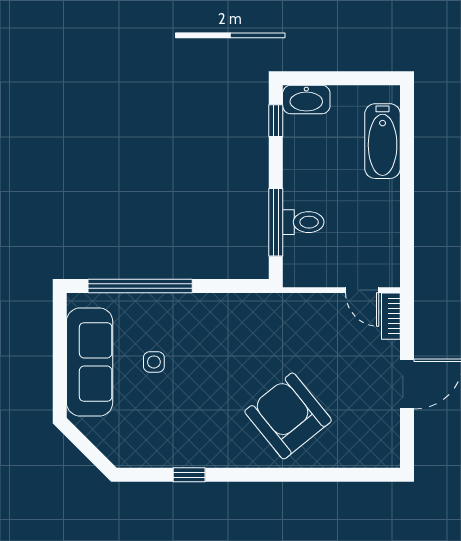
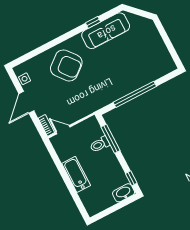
bathtub: (383, 141) -> (76, 174), moved
window: (140, 286) -> (135, 94), moved
sofa: (90, 362) -> (106, 31), moved, turned -90
side table: (154, 362) -> (25, 79), moved

